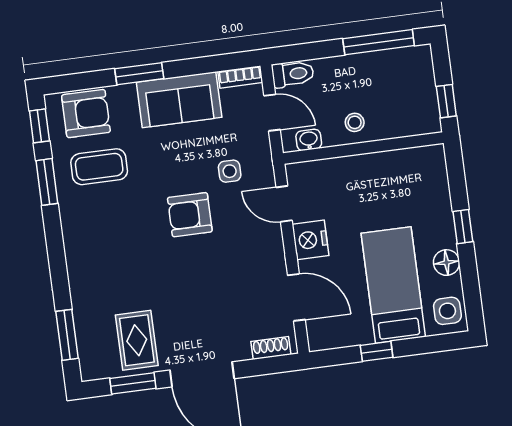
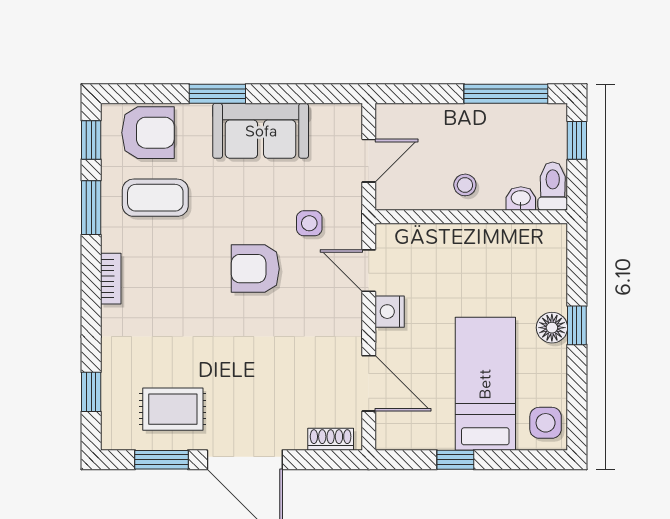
toilet: (293, 74) -> (553, 186), moved, turned -90
bookcase: (240, 77) -> (111, 279), moved, turned -90
window: (446, 101) -> (577, 140), moved
door: (272, 113) -> (369, 161), hinge flipped
washbasin: (309, 140) -> (521, 199), moved
nightstand: (310, 240) -> (390, 312), width x0.74, depth x0.75
floor lamp: (446, 263) -> (552, 328), moved
window: (67, 335) -> (91, 392), width x0.67
rug: (137, 340) -> (173, 409), turned 90

